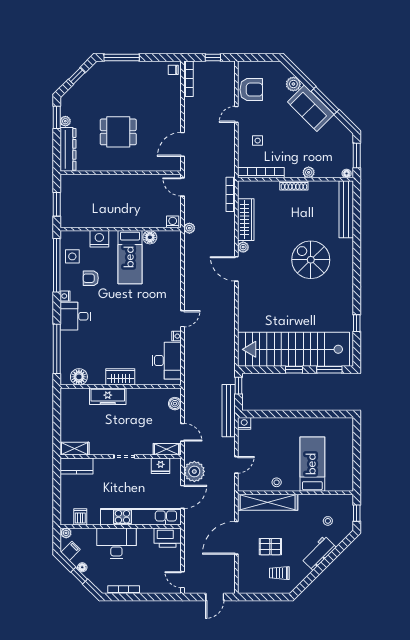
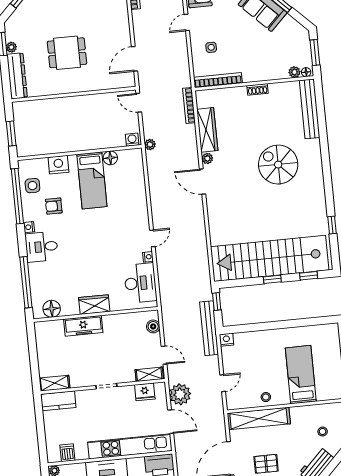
plant: (309, 172) -> (295, 72), moved
shoe rack: (294, 185) -> (258, 89), width x0.70
window: (329, 370) -> (309, 276), width x0.67
door: (183, 497) -> (171, 422), hinge flipped

